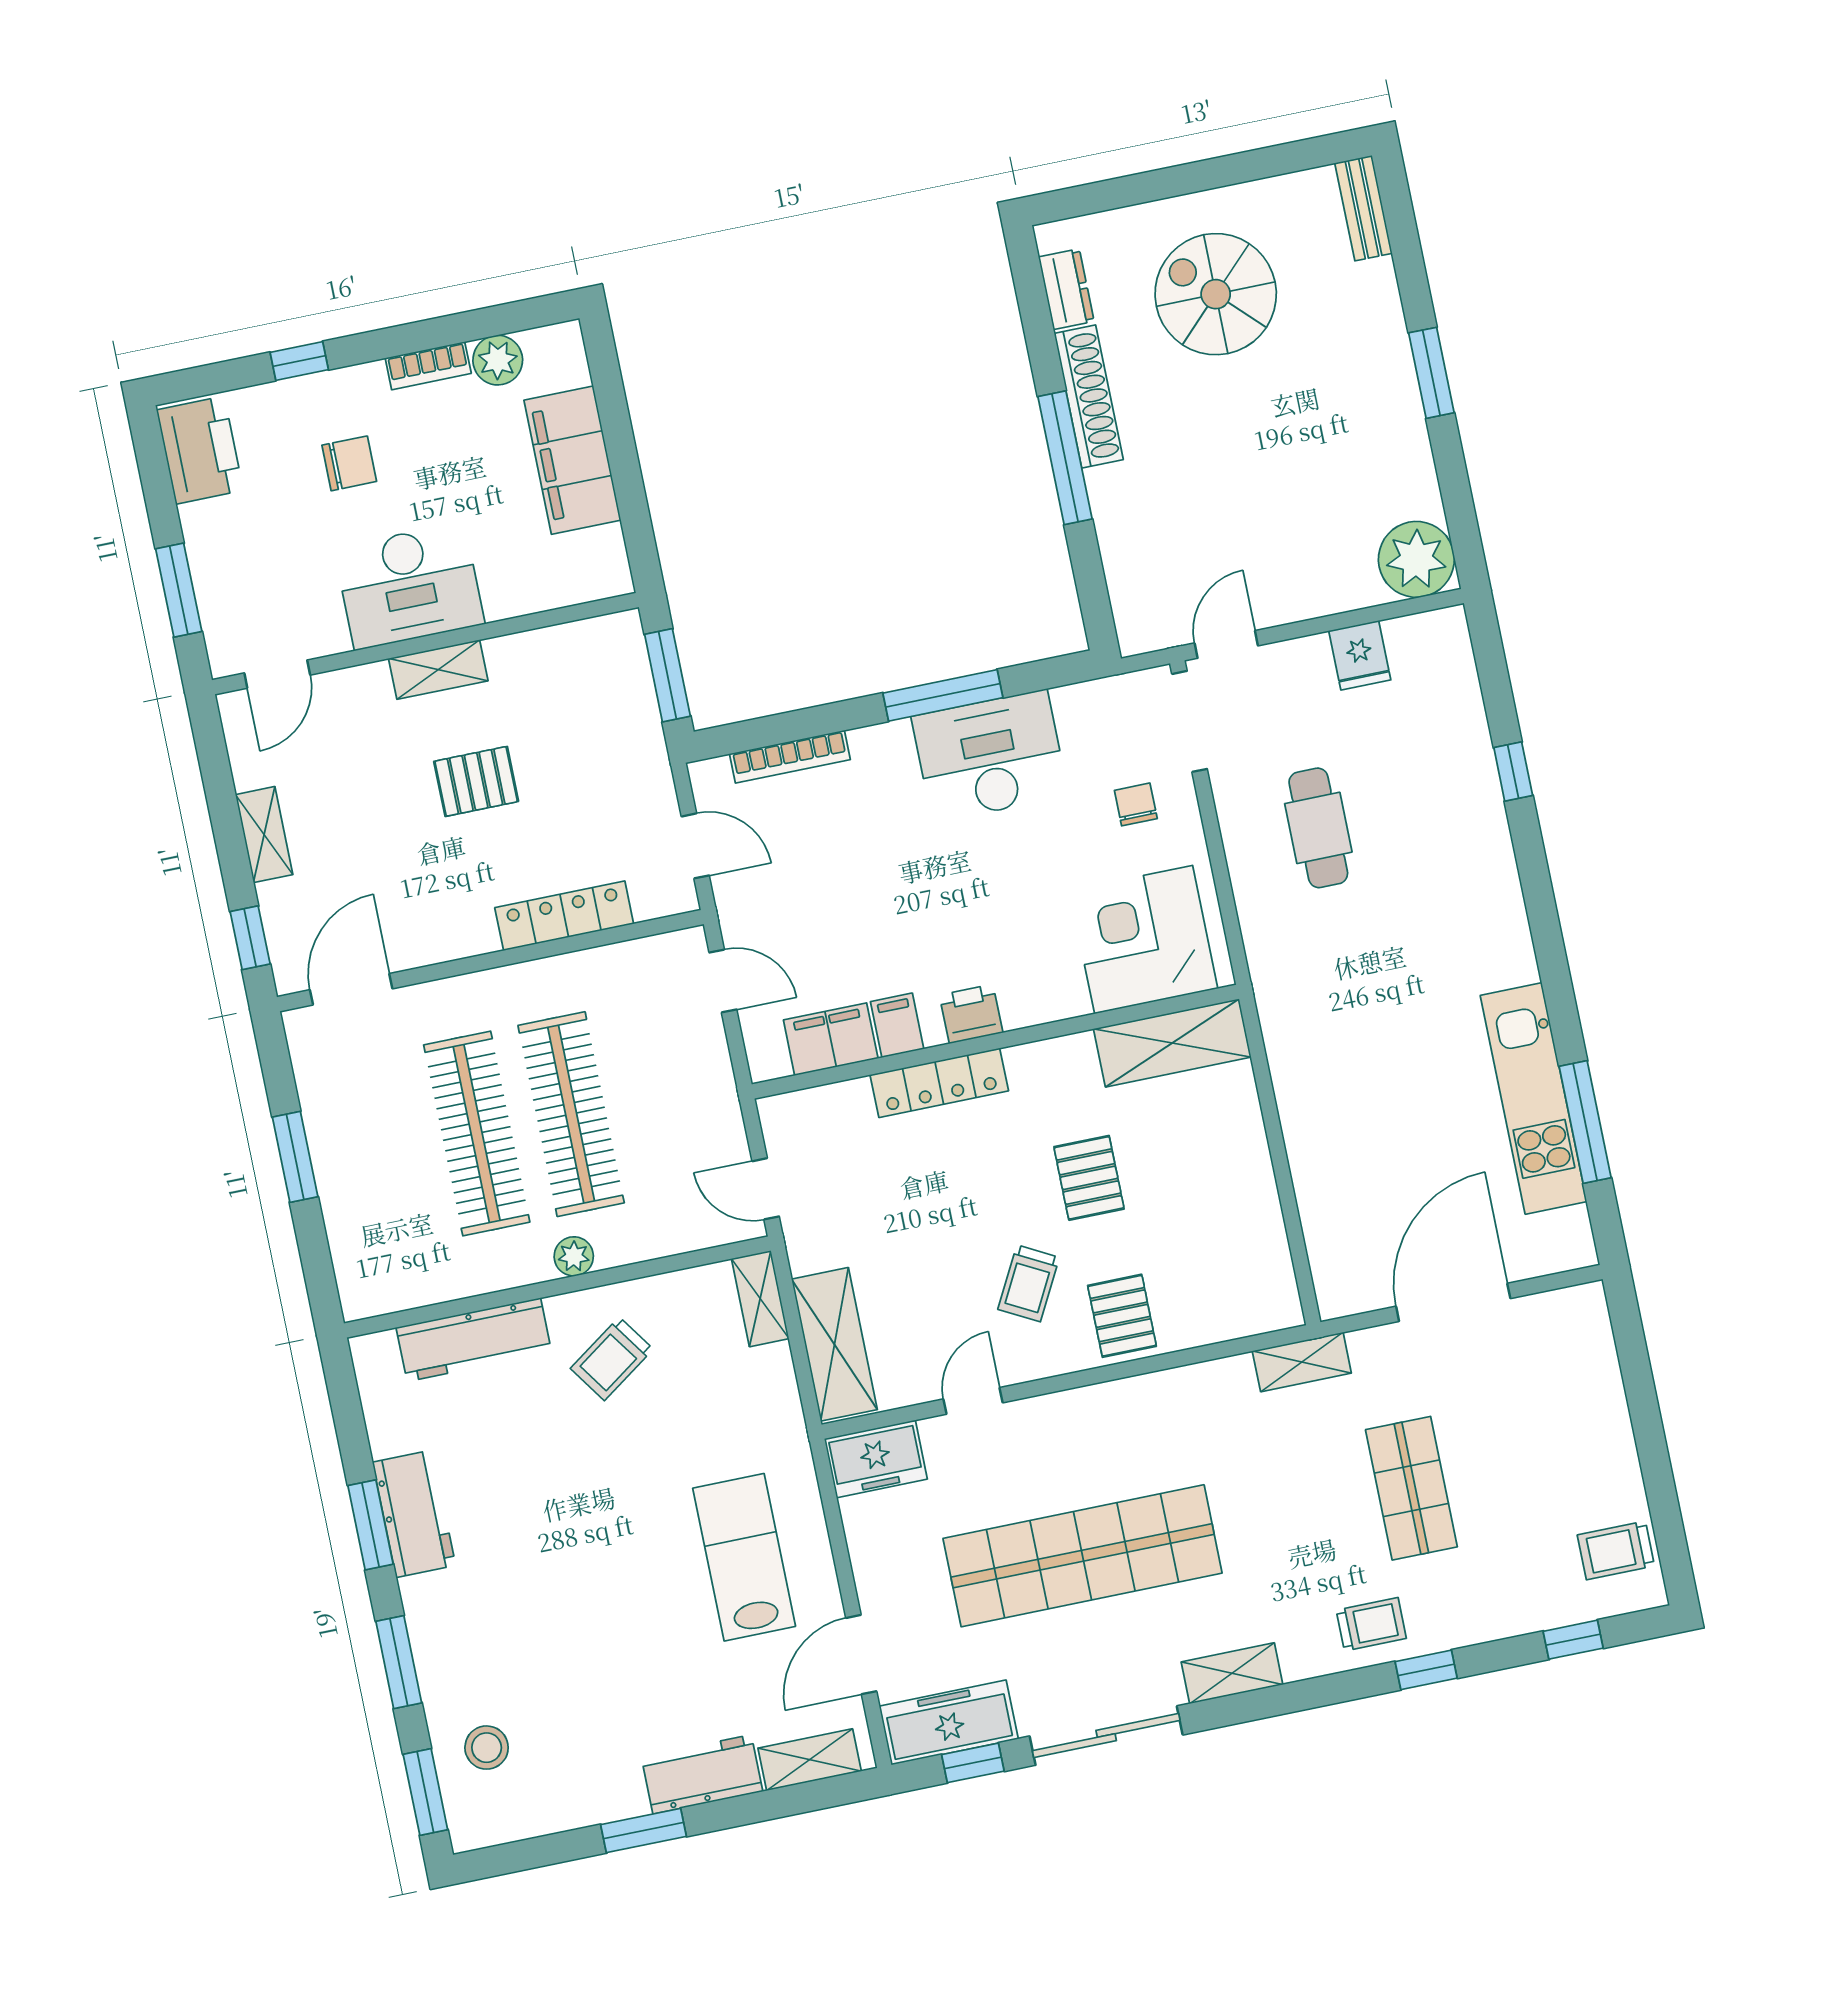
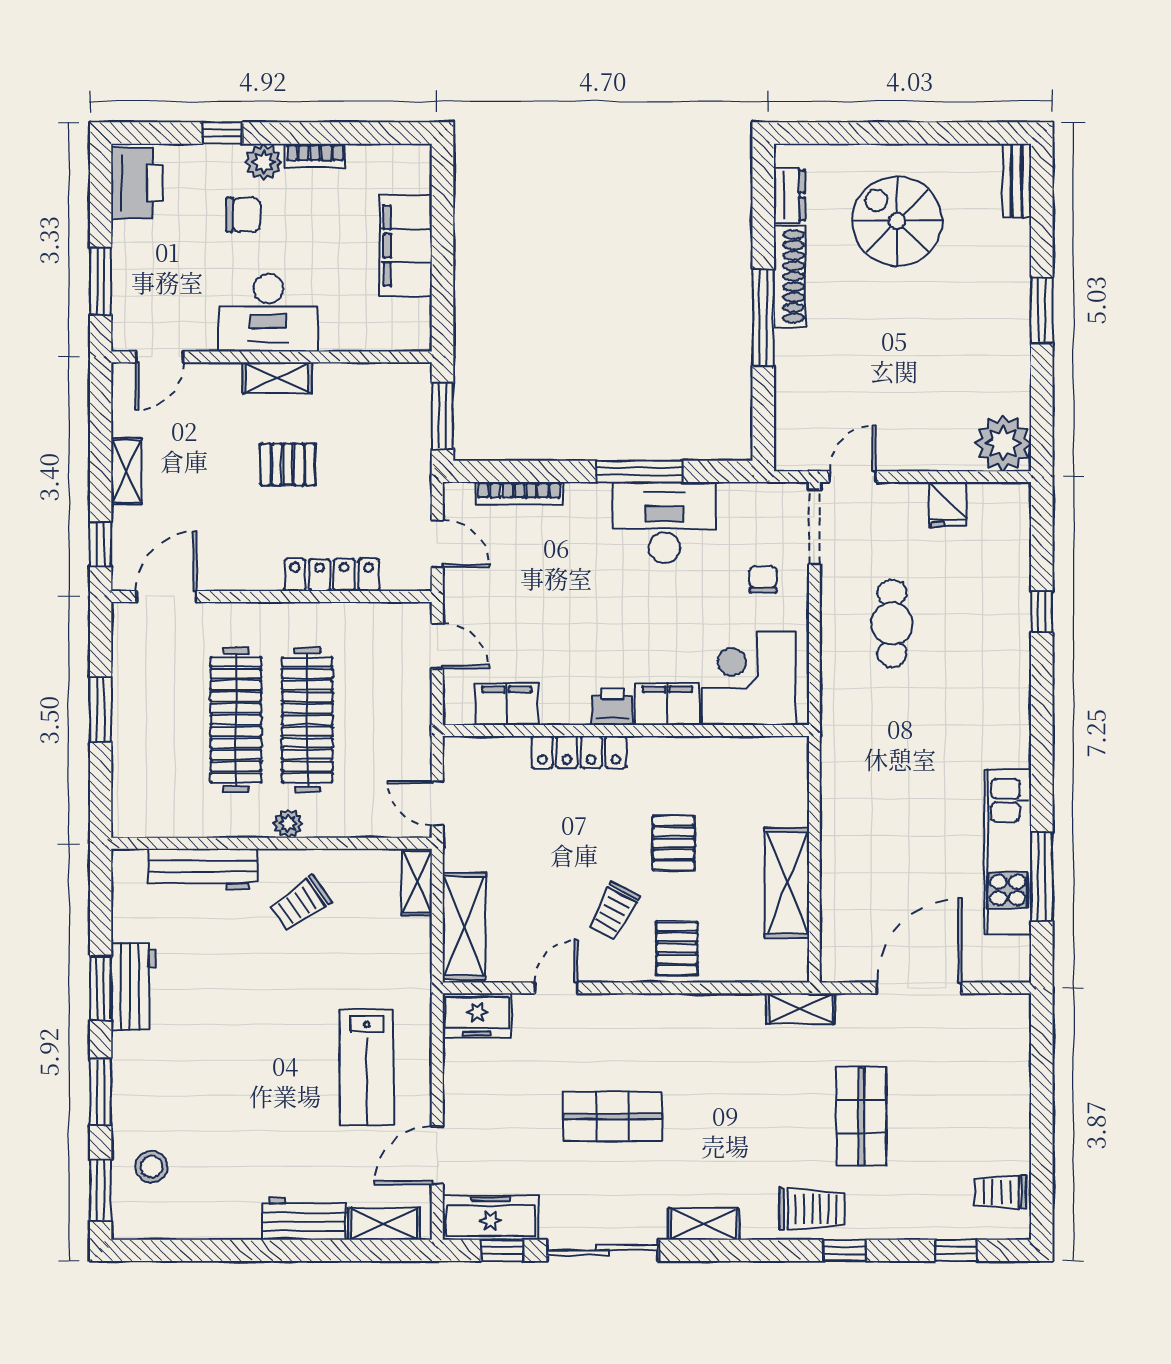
plant: (498, 360) -> (264, 162), moved
filing cabinet: (897, 1025) -> (667, 704), moved, width x2.00
shelving: (1172, 1043) -> (787, 883), moved, turned 90
shop shelf: (1083, 1556) -> (613, 1116), width x0.50, depth x0.74
lab bench: (744, 1557) -> (367, 1067), turned 180
trolley: (1371, 1624) -> (812, 1209), width x1.36, depth x1.39
window: (644, 1830) -> (253, 1250), removed

